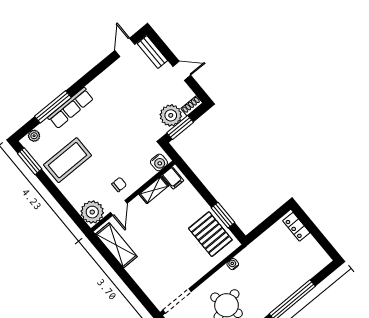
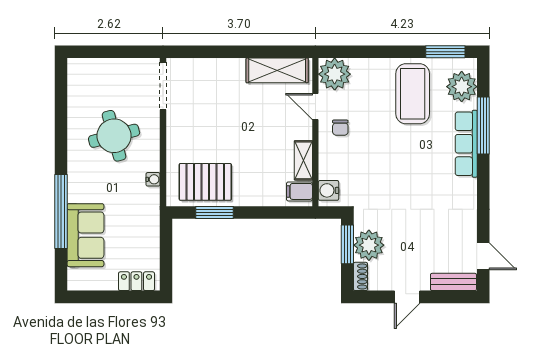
plant: (34, 136) -> (462, 87), width x1.88, depth x1.88
sofa: (294, 276) -> (85, 235), added

